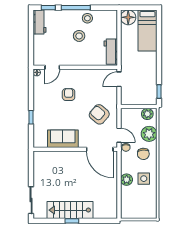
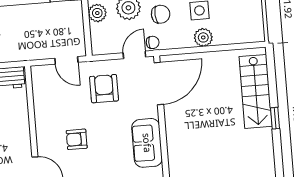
door: (119, 79) -> (66, 60), moved
armchair: (99, 114) -> (104, 89), turned 139
stairs: (70, 210) -> (256, 91), moved

